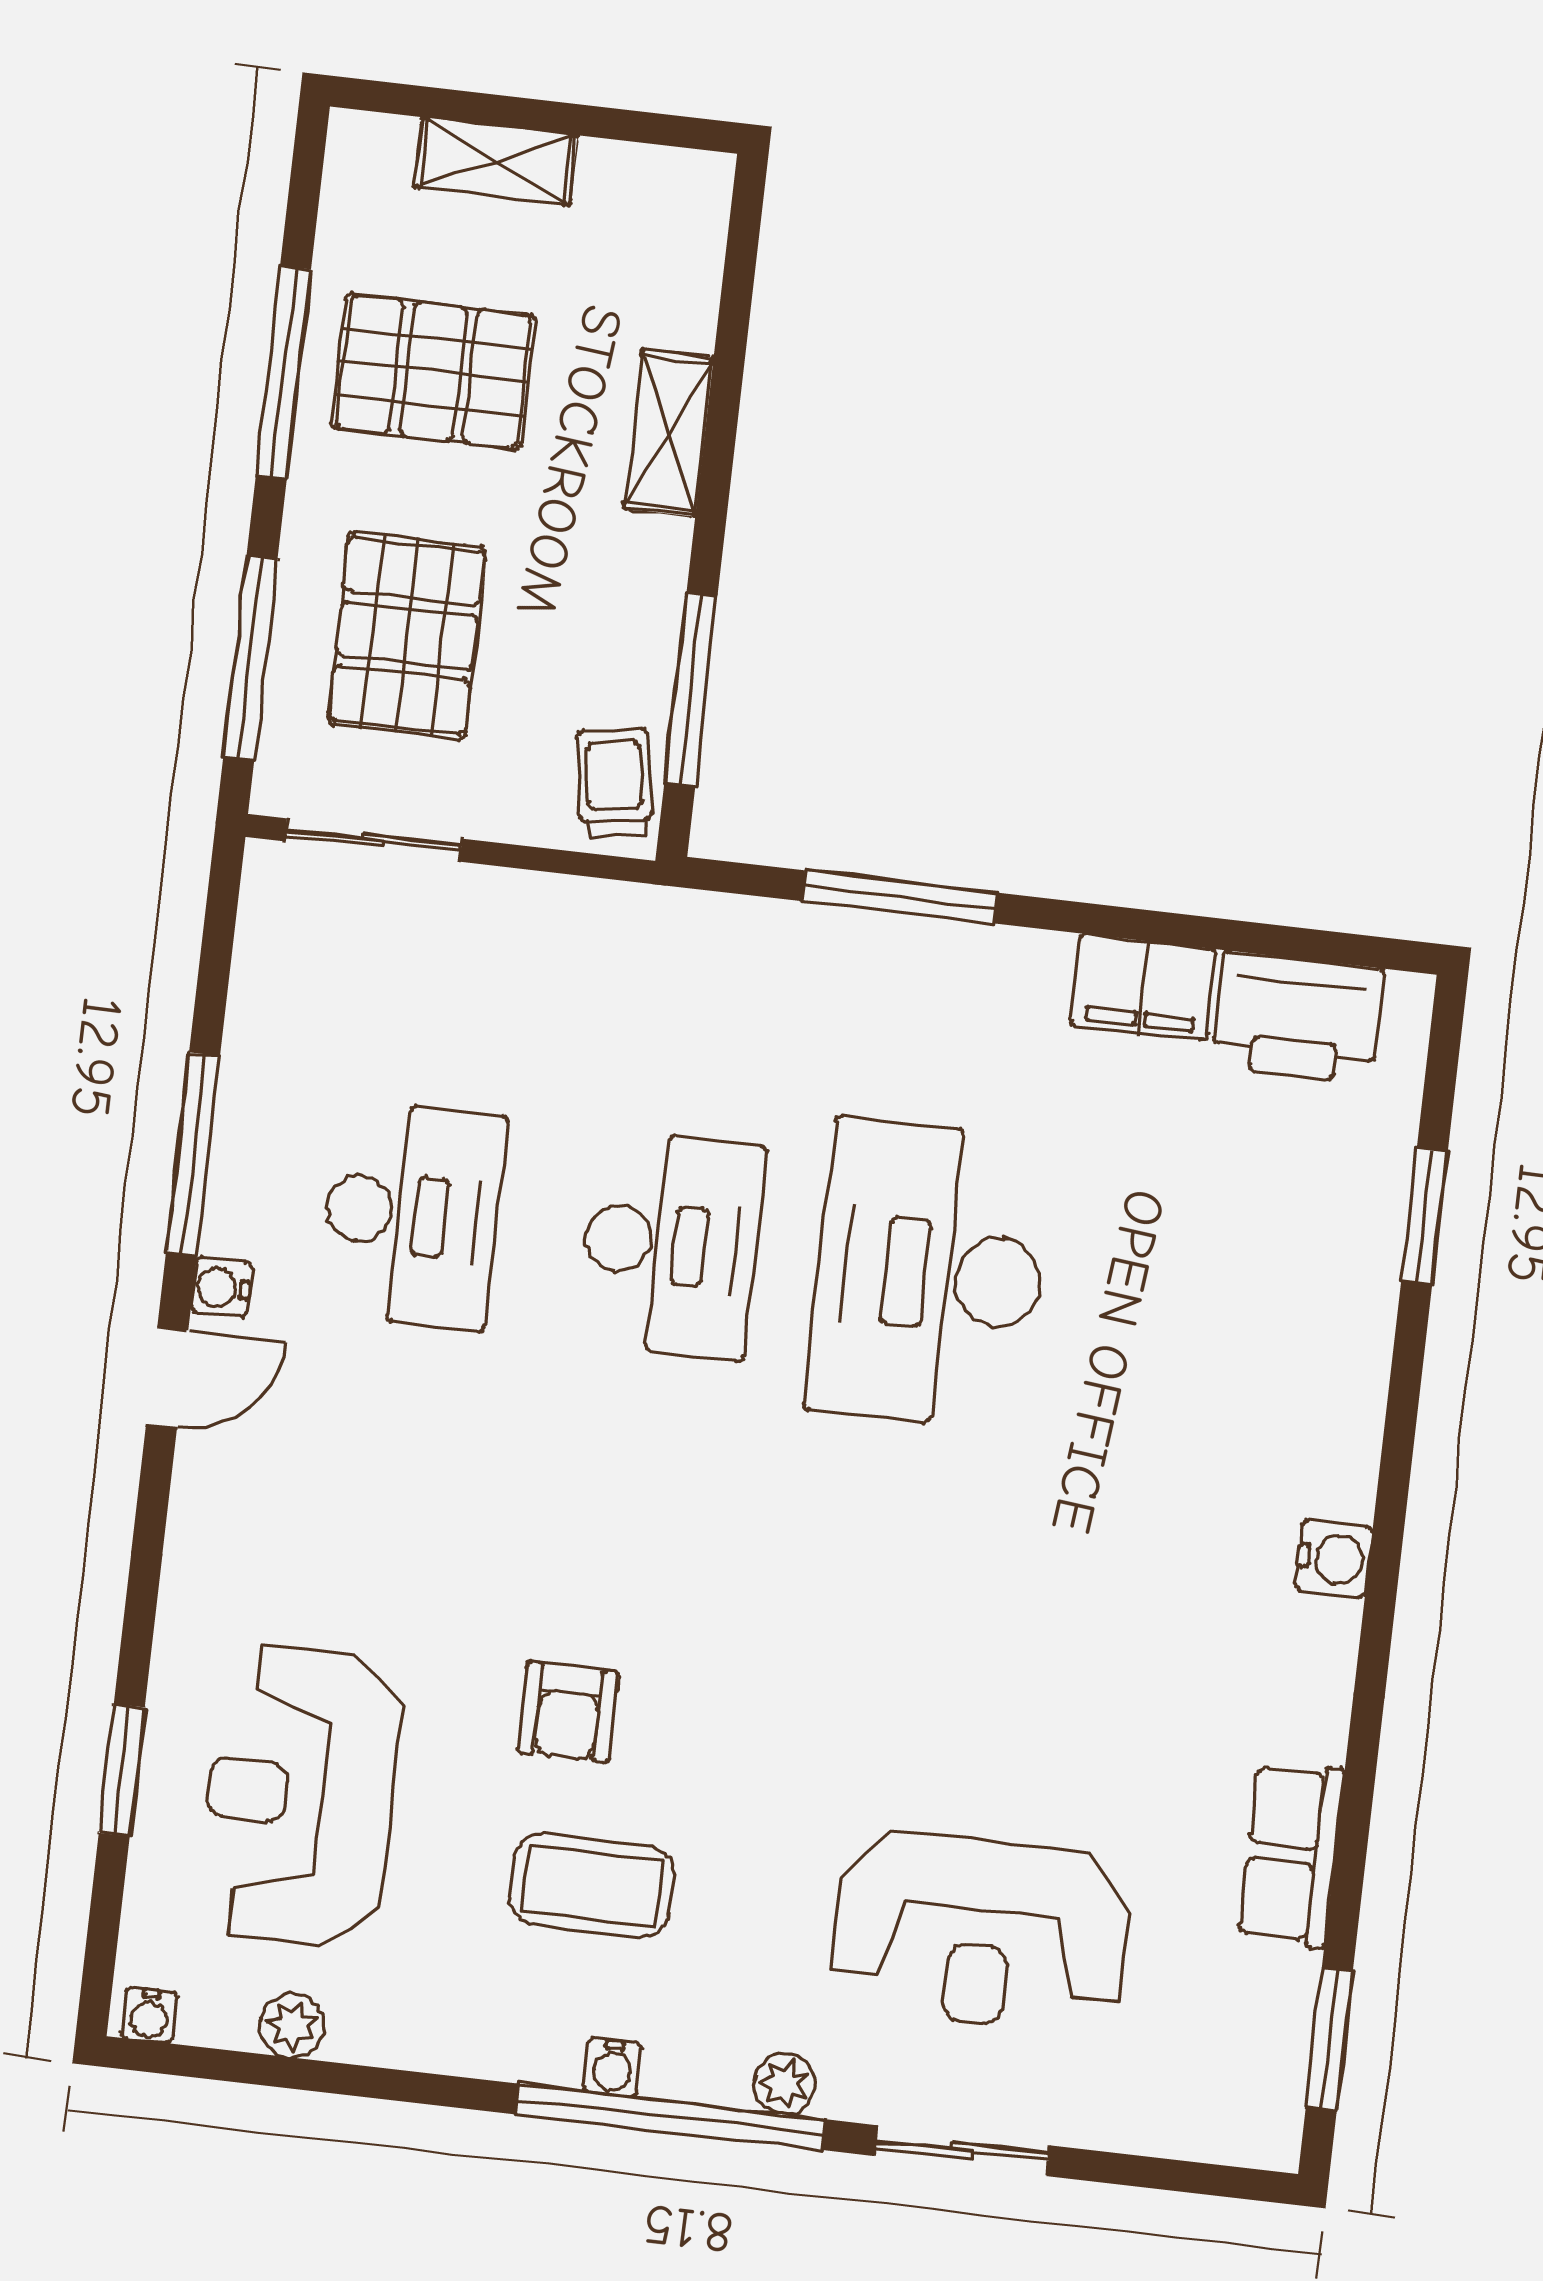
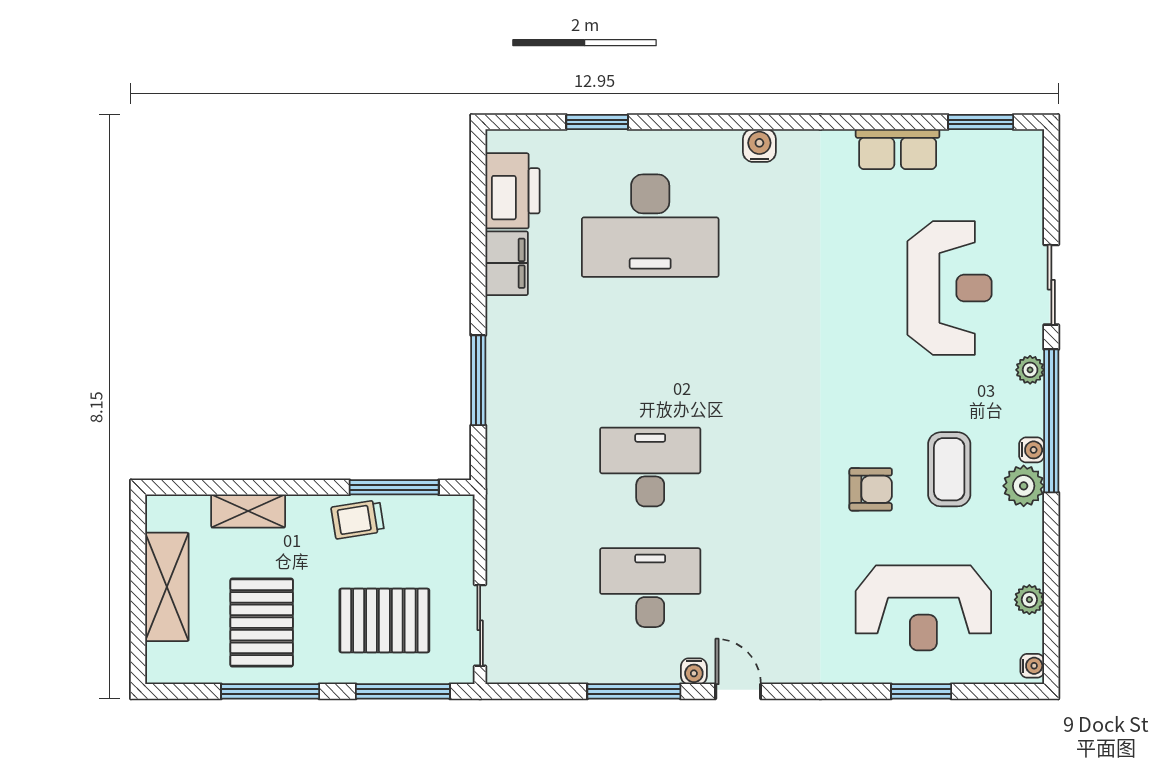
shelving: (496, 161) -> (167, 587), width x1.50, depth x1.33
shelving: (669, 433) -> (248, 511), moved
trolley: (614, 783) -> (358, 519), moved
desk: (930, 1274) -> (650, 226), moved
plant: (537, 2041) -> (1024, 486), added

